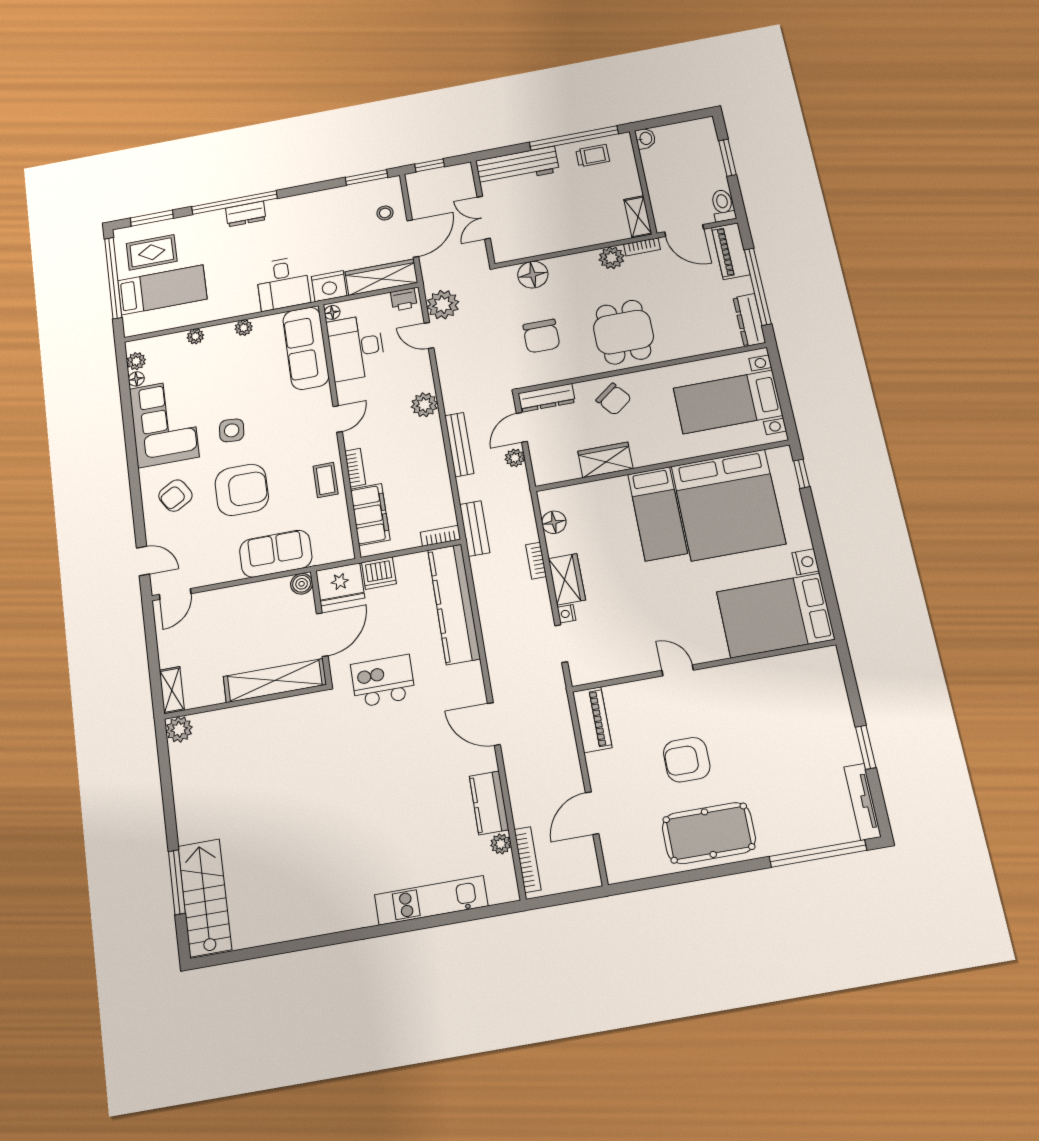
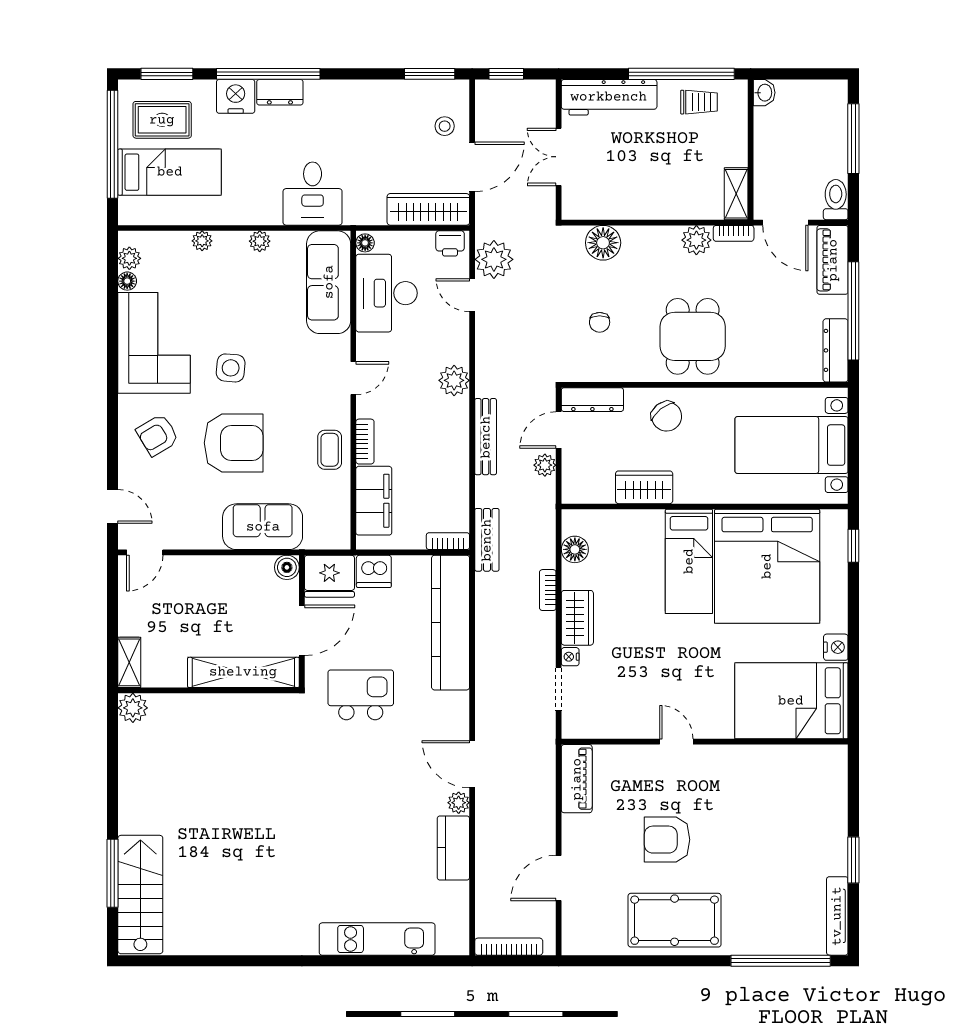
window: (727, 158) -> (853, 139), width x1.44
nightstand: (329, 286) -> (236, 96), moved, turned 180
chair: (541, 336) -> (600, 322), width x0.54, depth x0.54
plant: (501, 844) -> (459, 803), moved
bookcase: (528, 860) -> (509, 947), moved, turned -90

